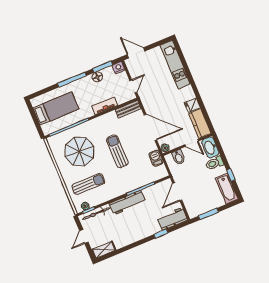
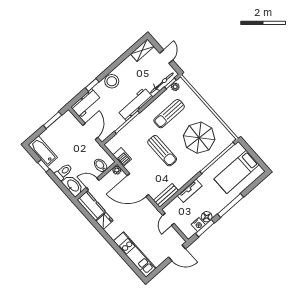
nightstand: (119, 68) -> (198, 225), moved
sun lounger: (88, 184) -> (169, 114), moved
stool: (142, 231) -> (112, 81), added

